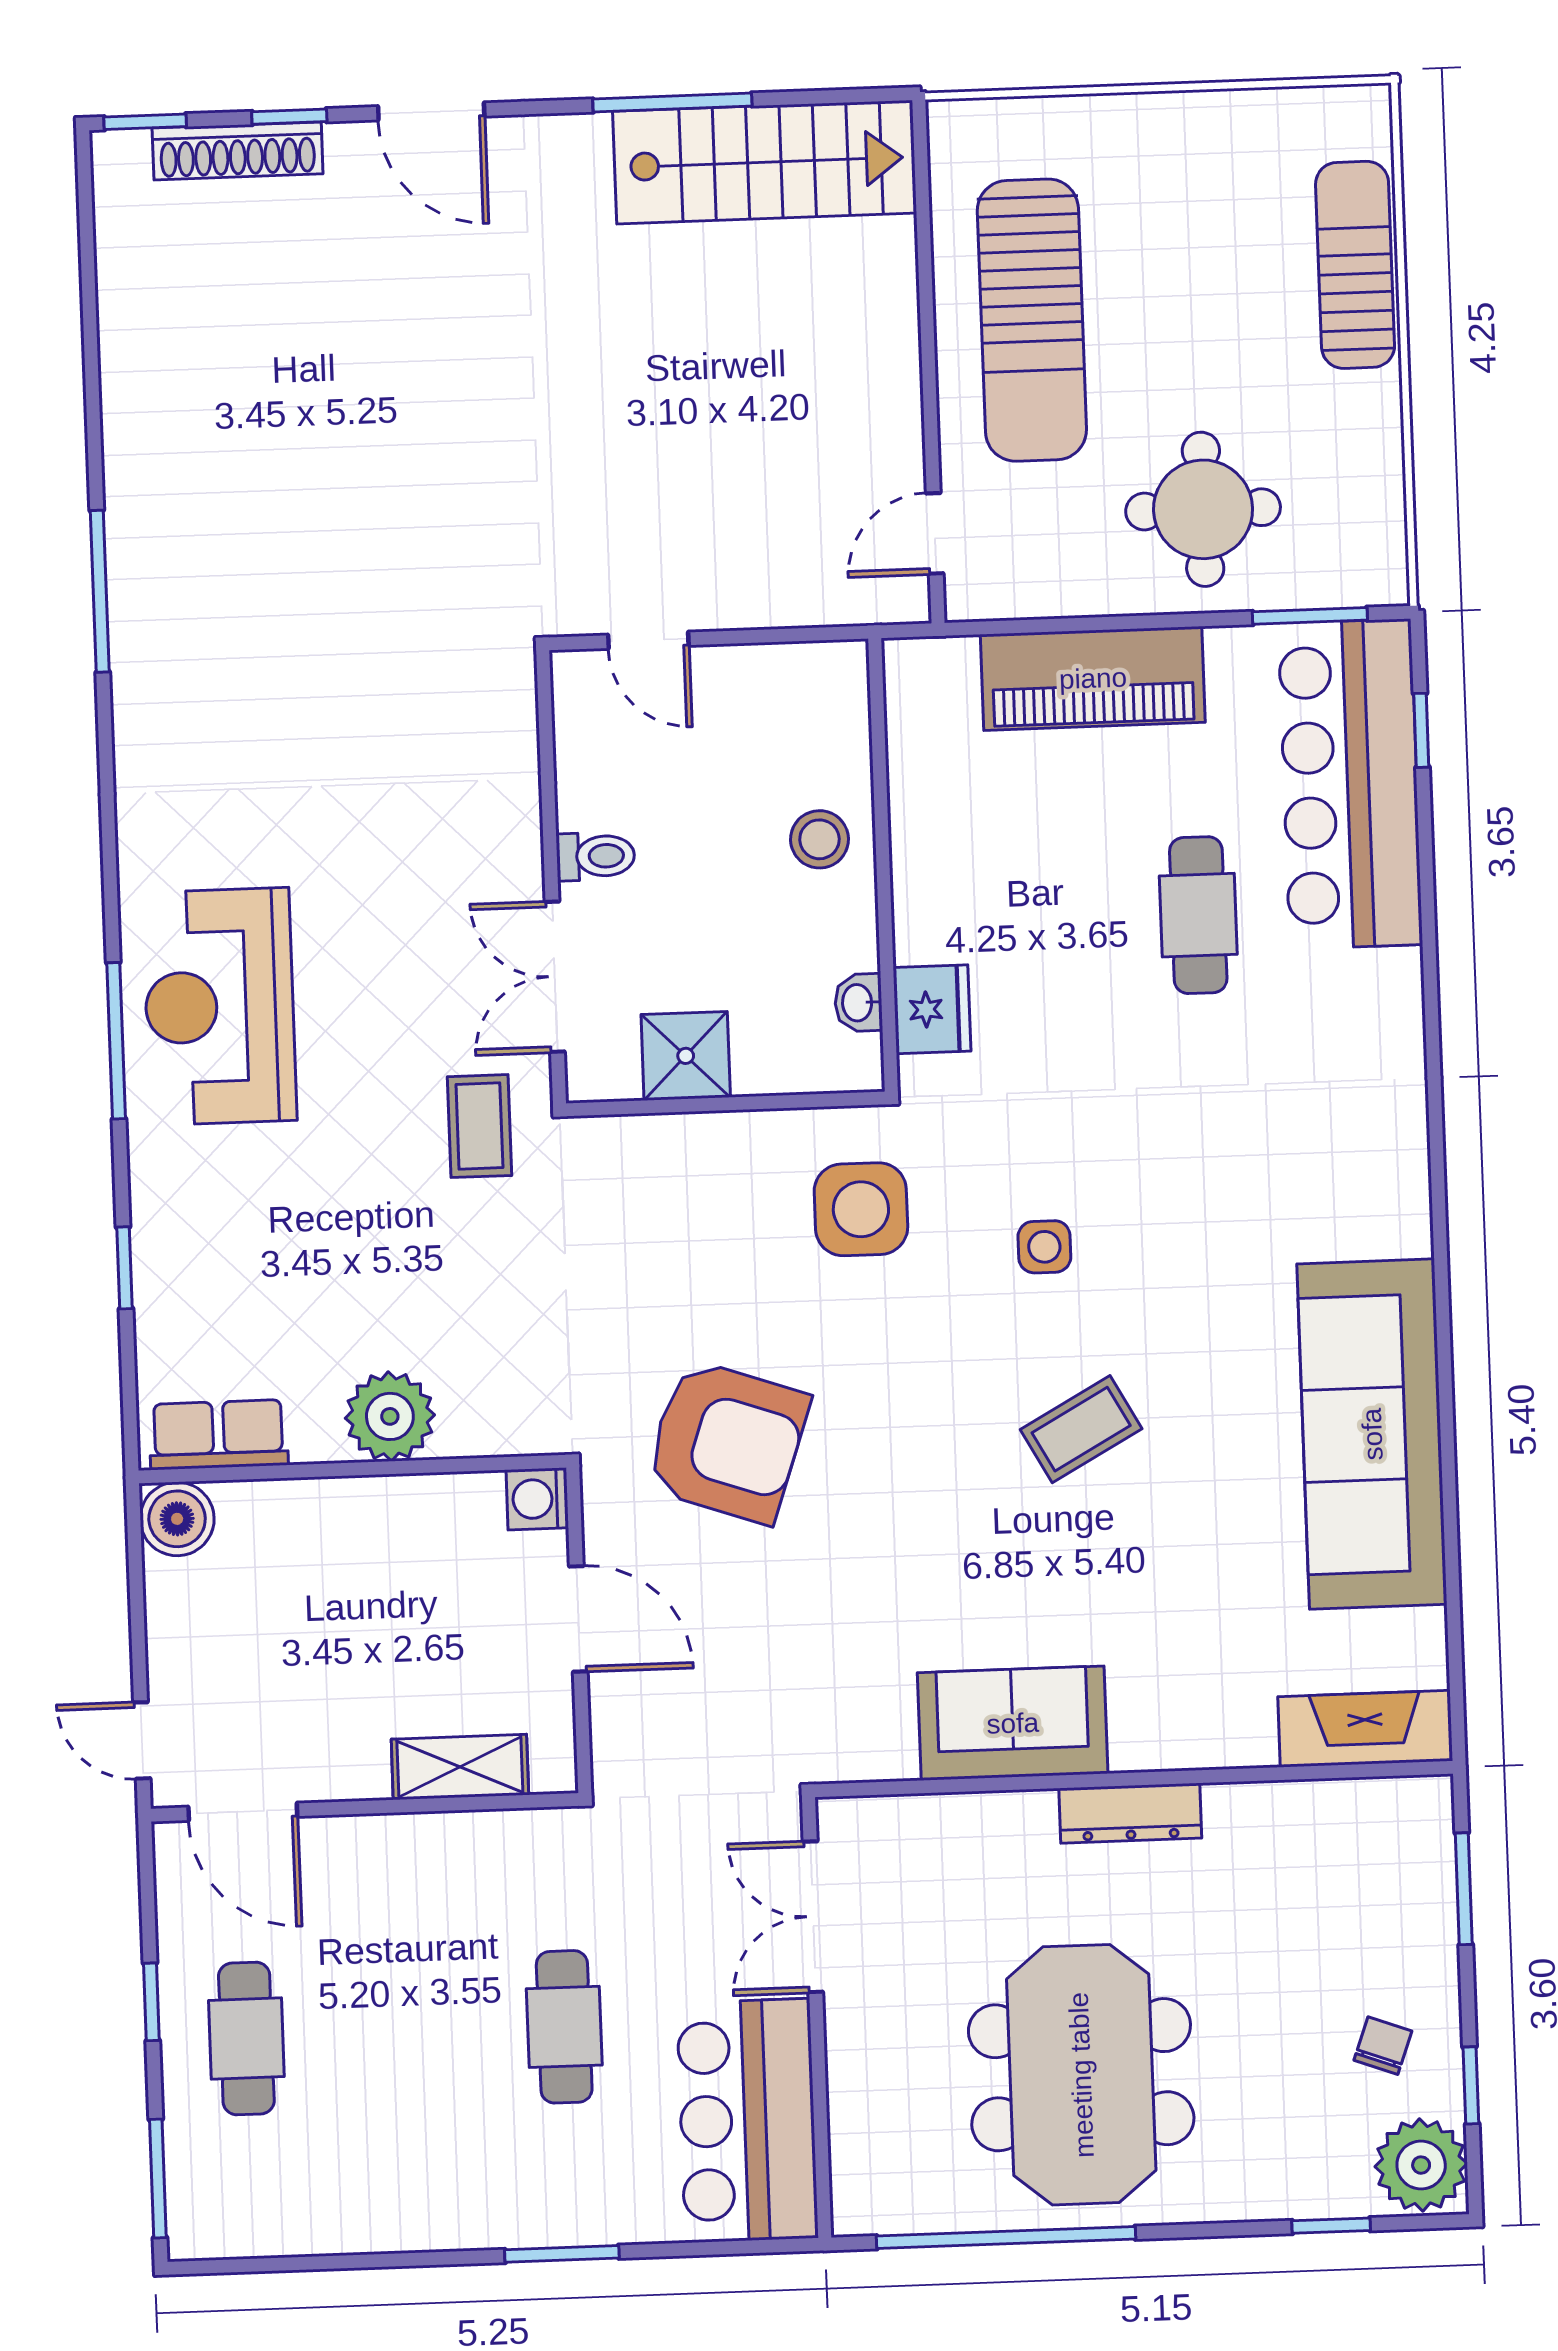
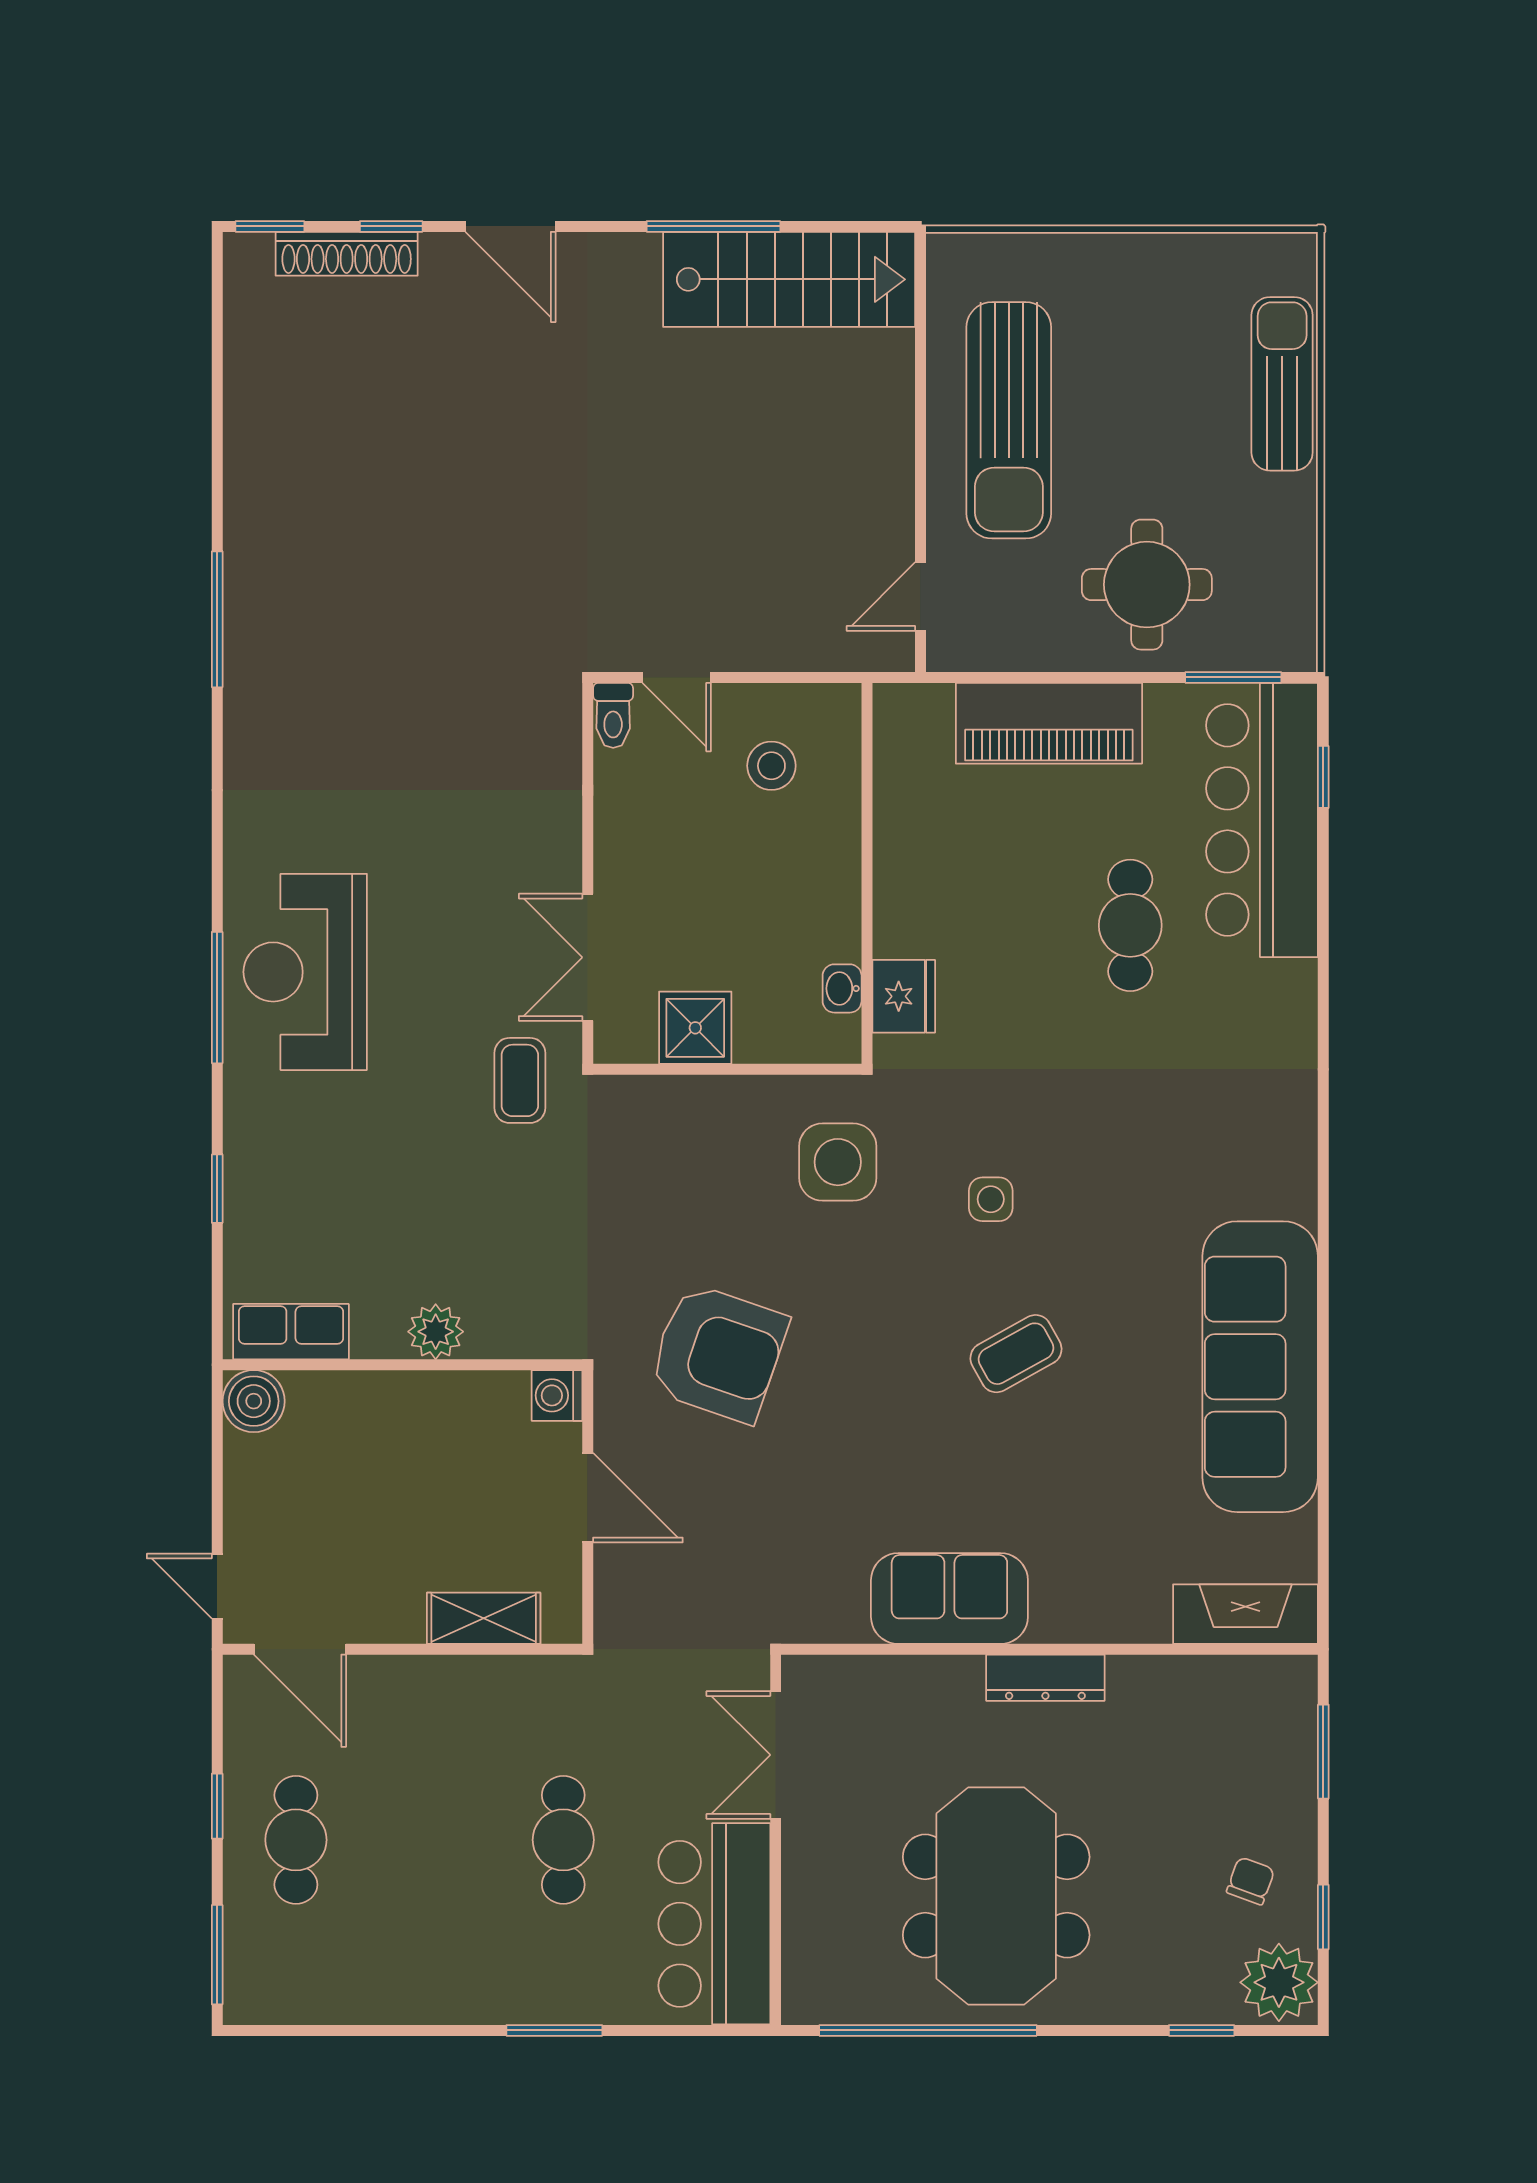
stool: (819, 839) -> (771, 766), moved
toilet: (595, 856) -> (613, 715), moved, turned 90
plant: (390, 1416) -> (436, 1332), width x0.73, depth x0.73

